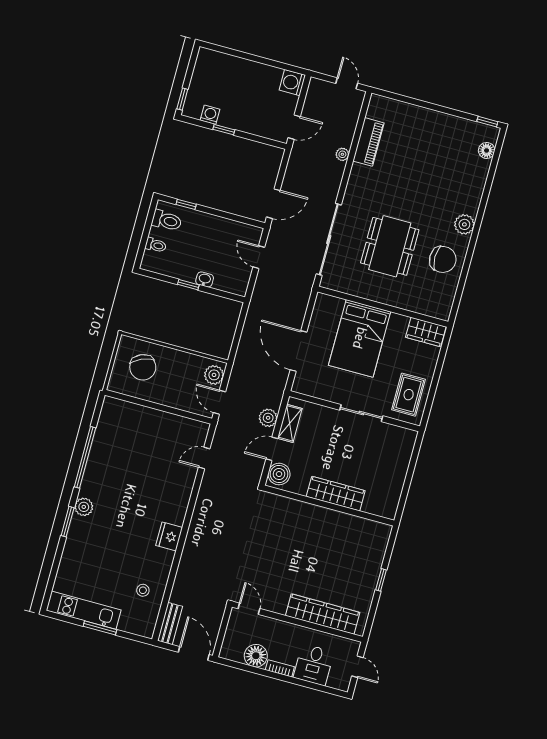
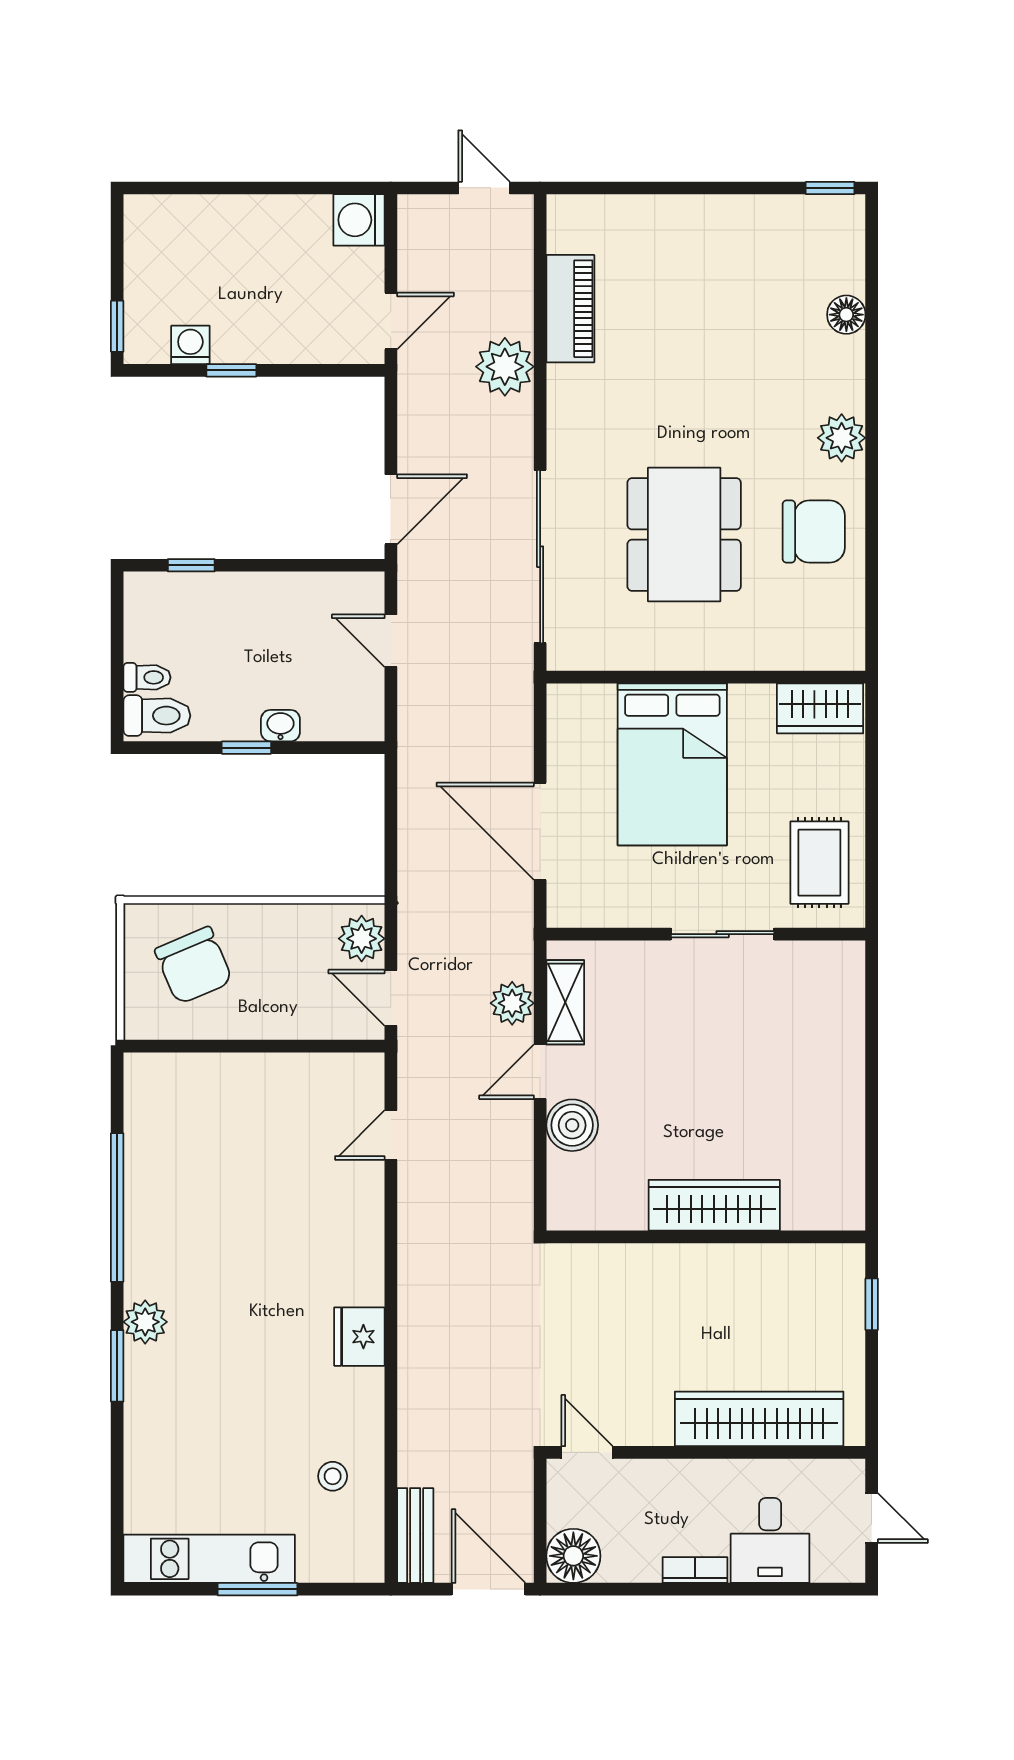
floor lamp: (487, 150) -> (846, 315), moved
plant: (342, 154) -> (505, 367), width x1.87, depth x1.87
toilet: (167, 221) -> (157, 716), moved
wardrobe: (336, 494) -> (714, 1205), moved
wall: (329, 506) -> (706, 1237), moved
floor lamp: (256, 656) -> (573, 1556), moved

